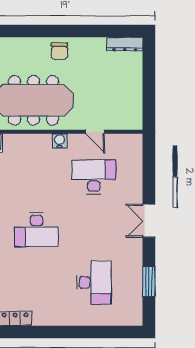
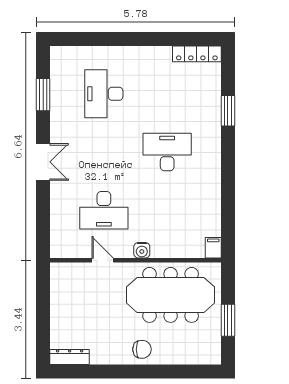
chair: (59, 51) -> (142, 349), turned 90

